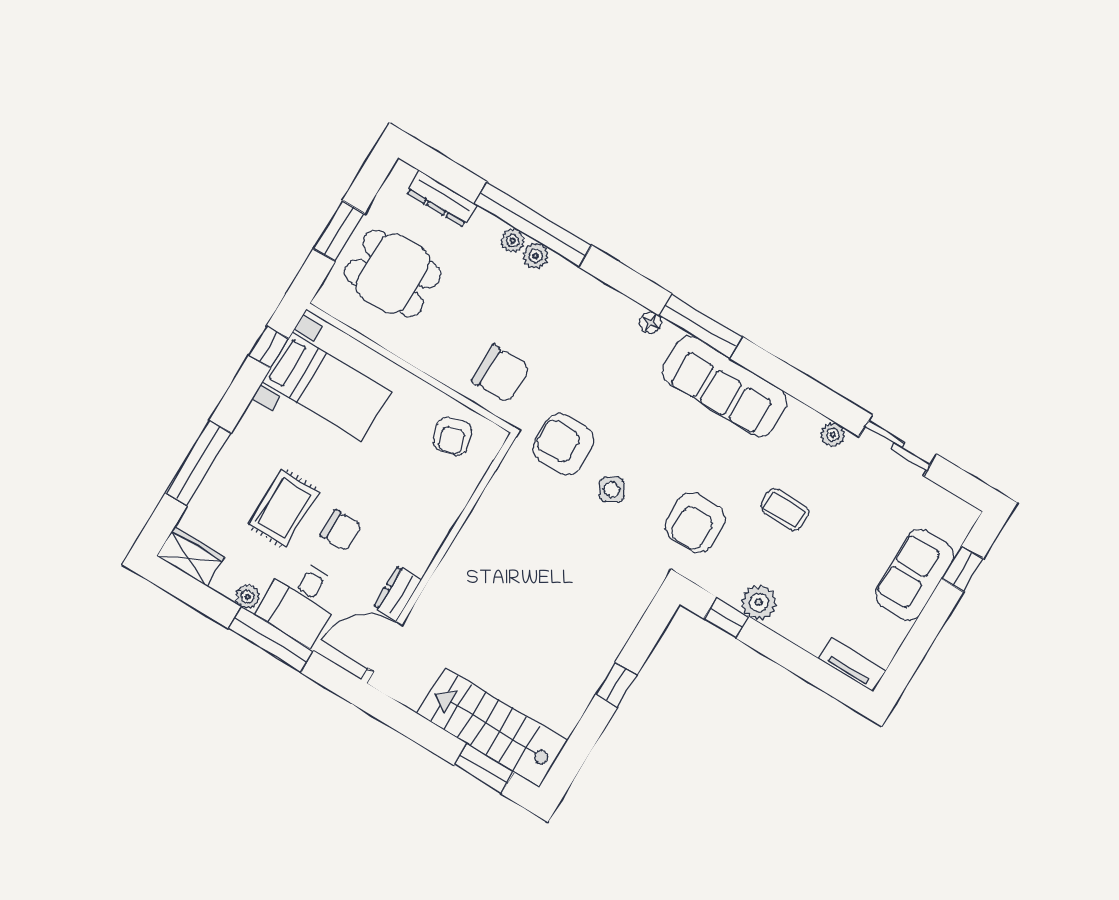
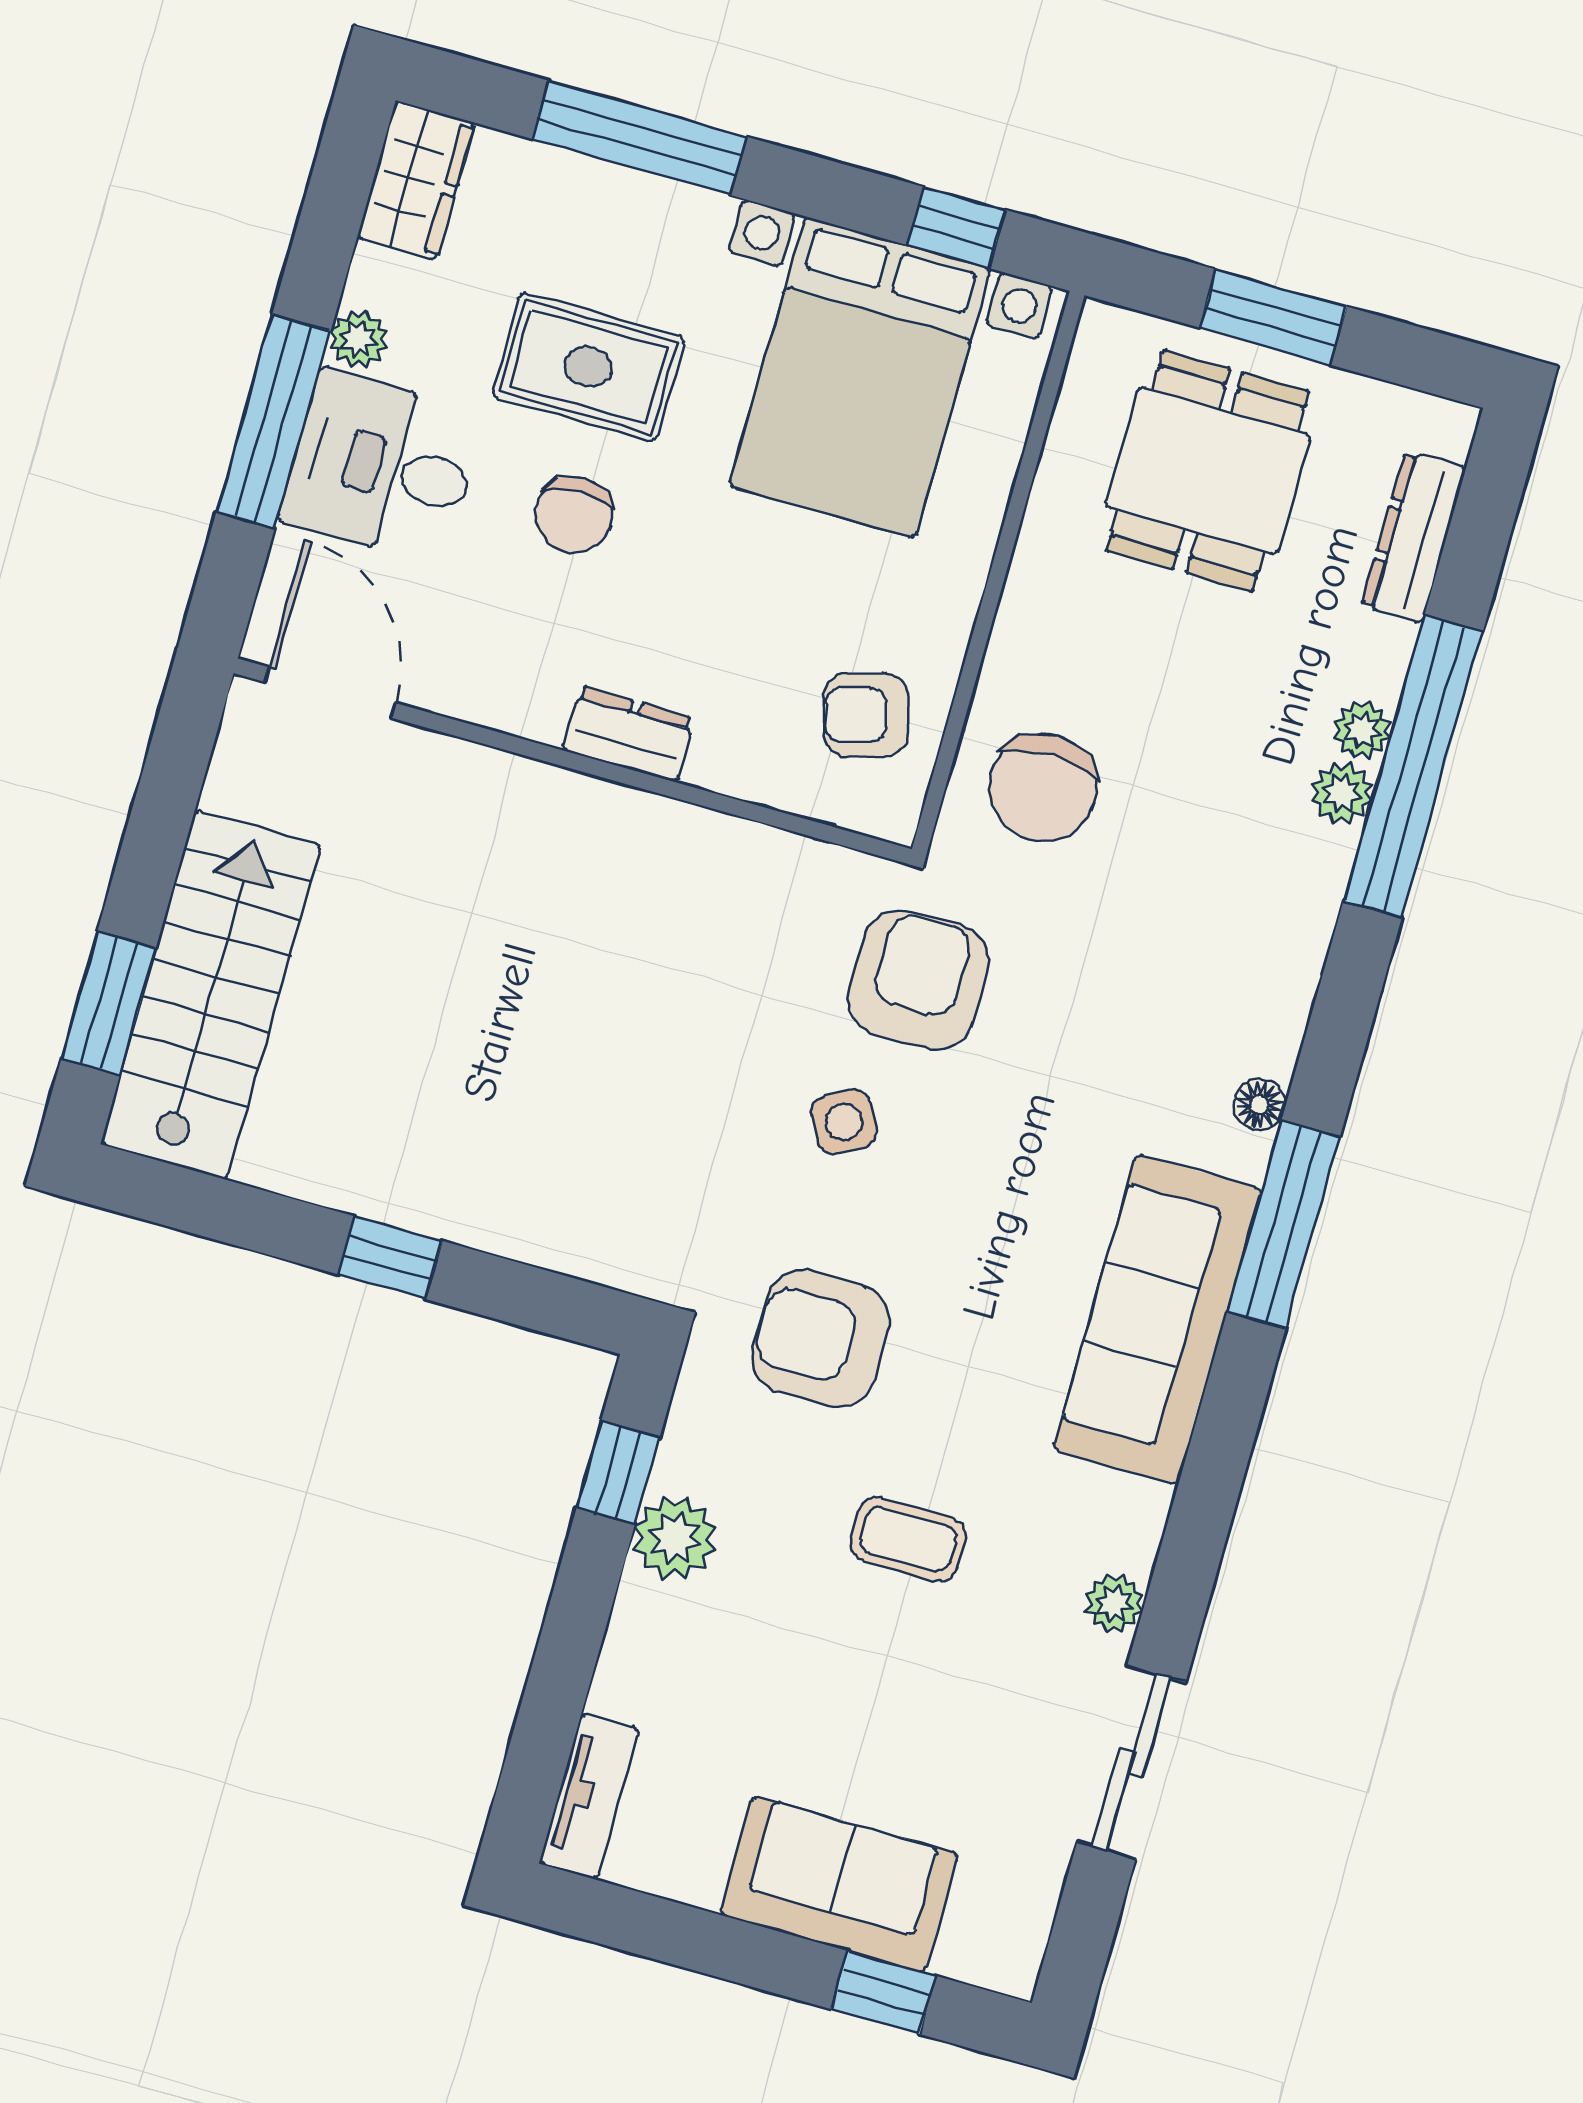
bed with nightstands: (327, 386) -> (860, 377), width x1.36
coffee table: (785, 510) -> (908, 1539), turned 90
dresser: (398, 593) -> (628, 734), moved

